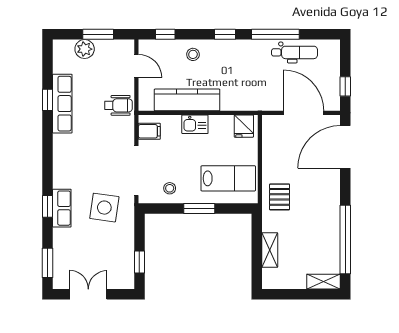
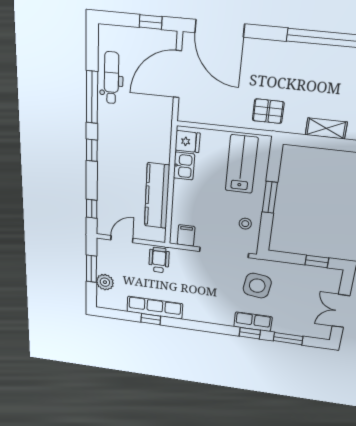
stool: (193, 54) -> (112, 185), removed
kitchen sink: (195, 124) -> (184, 166), moved
window: (48, 263) -> (288, 339), moved

